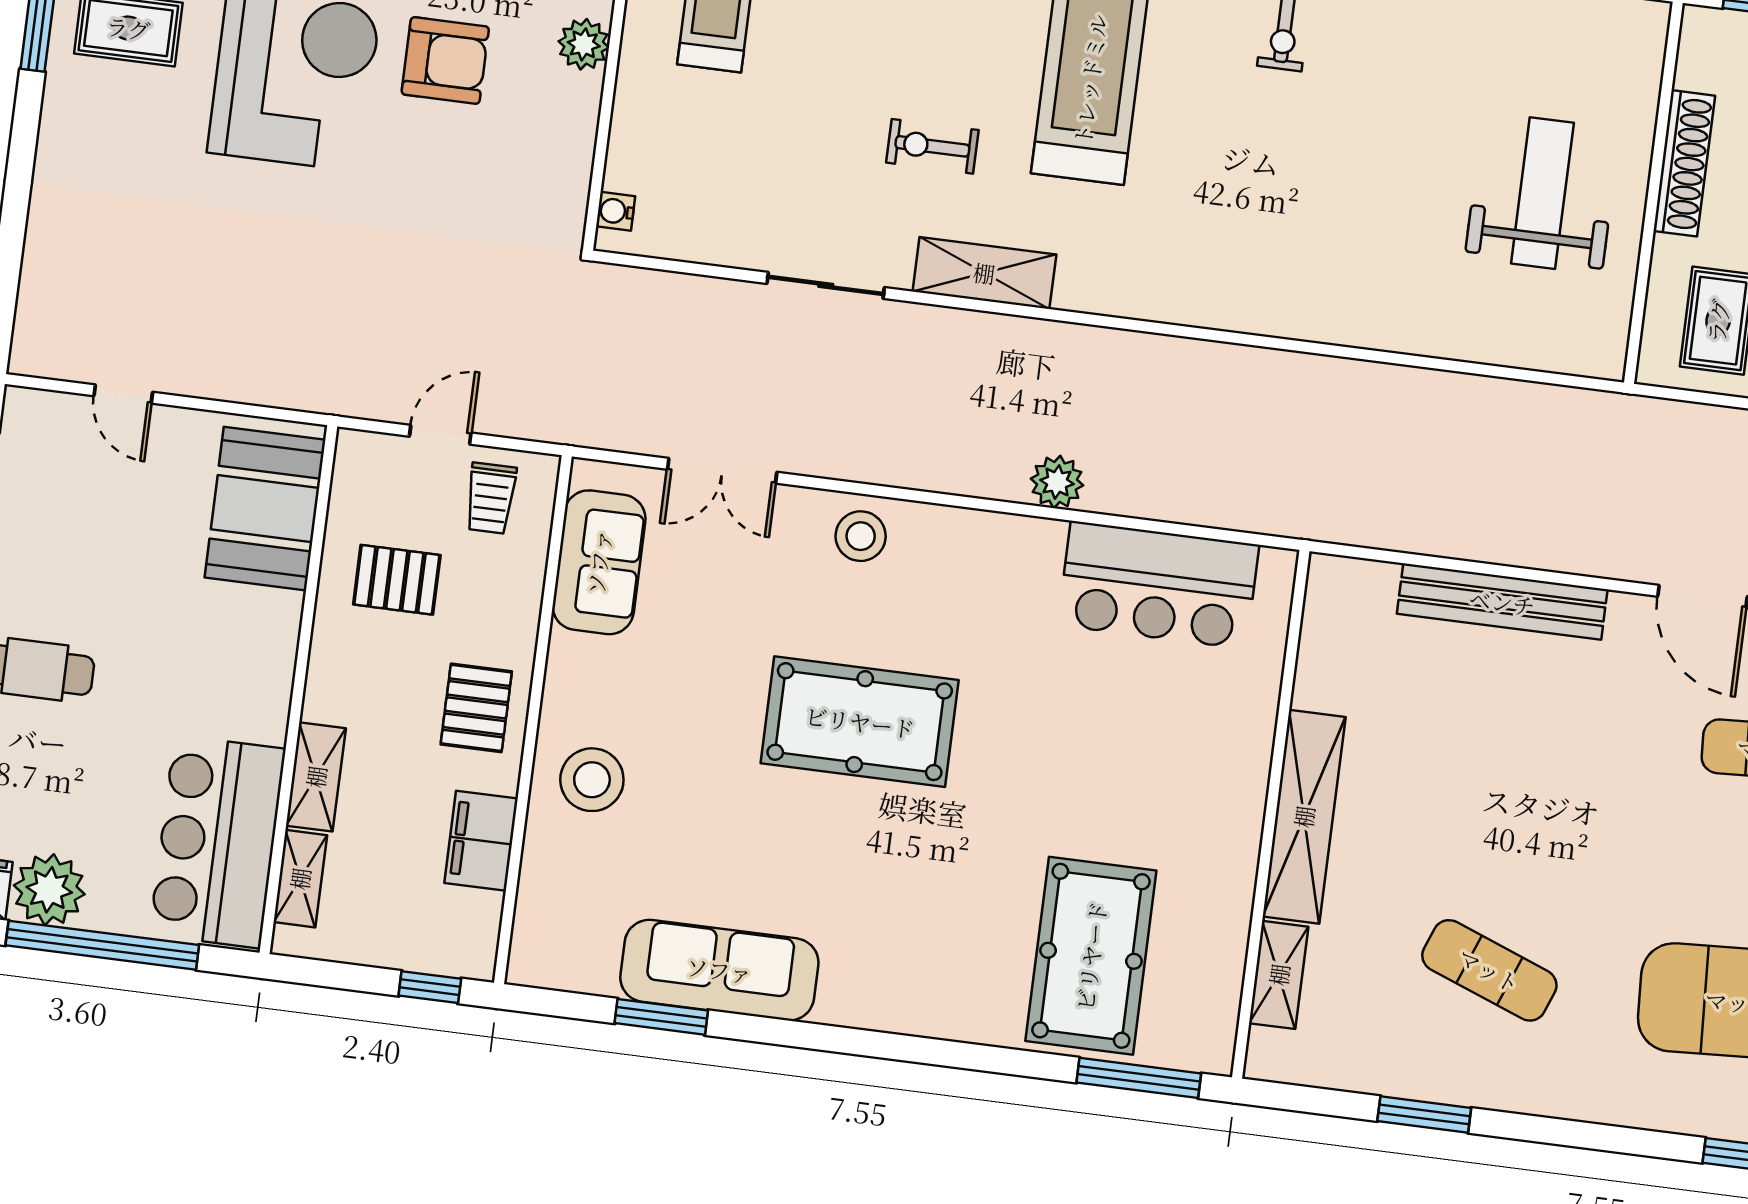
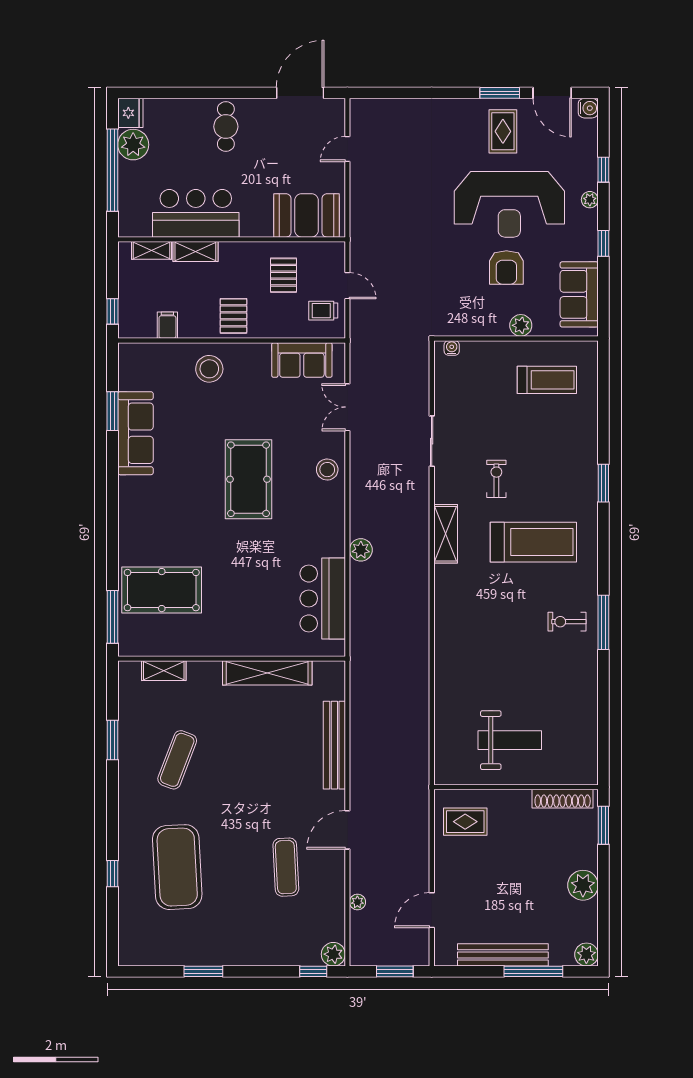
shoe rack: (1684, 163) -> (563, 799), moved
shelving: (984, 273) -> (446, 534), moved
pallet: (476, 708) -> (233, 316), turned 90
shelving: (1304, 817) -> (267, 673), moved
filing cabinet: (481, 841) -> (167, 325), width x0.50
bar counter: (217, 842) -> (196, 213), moved

